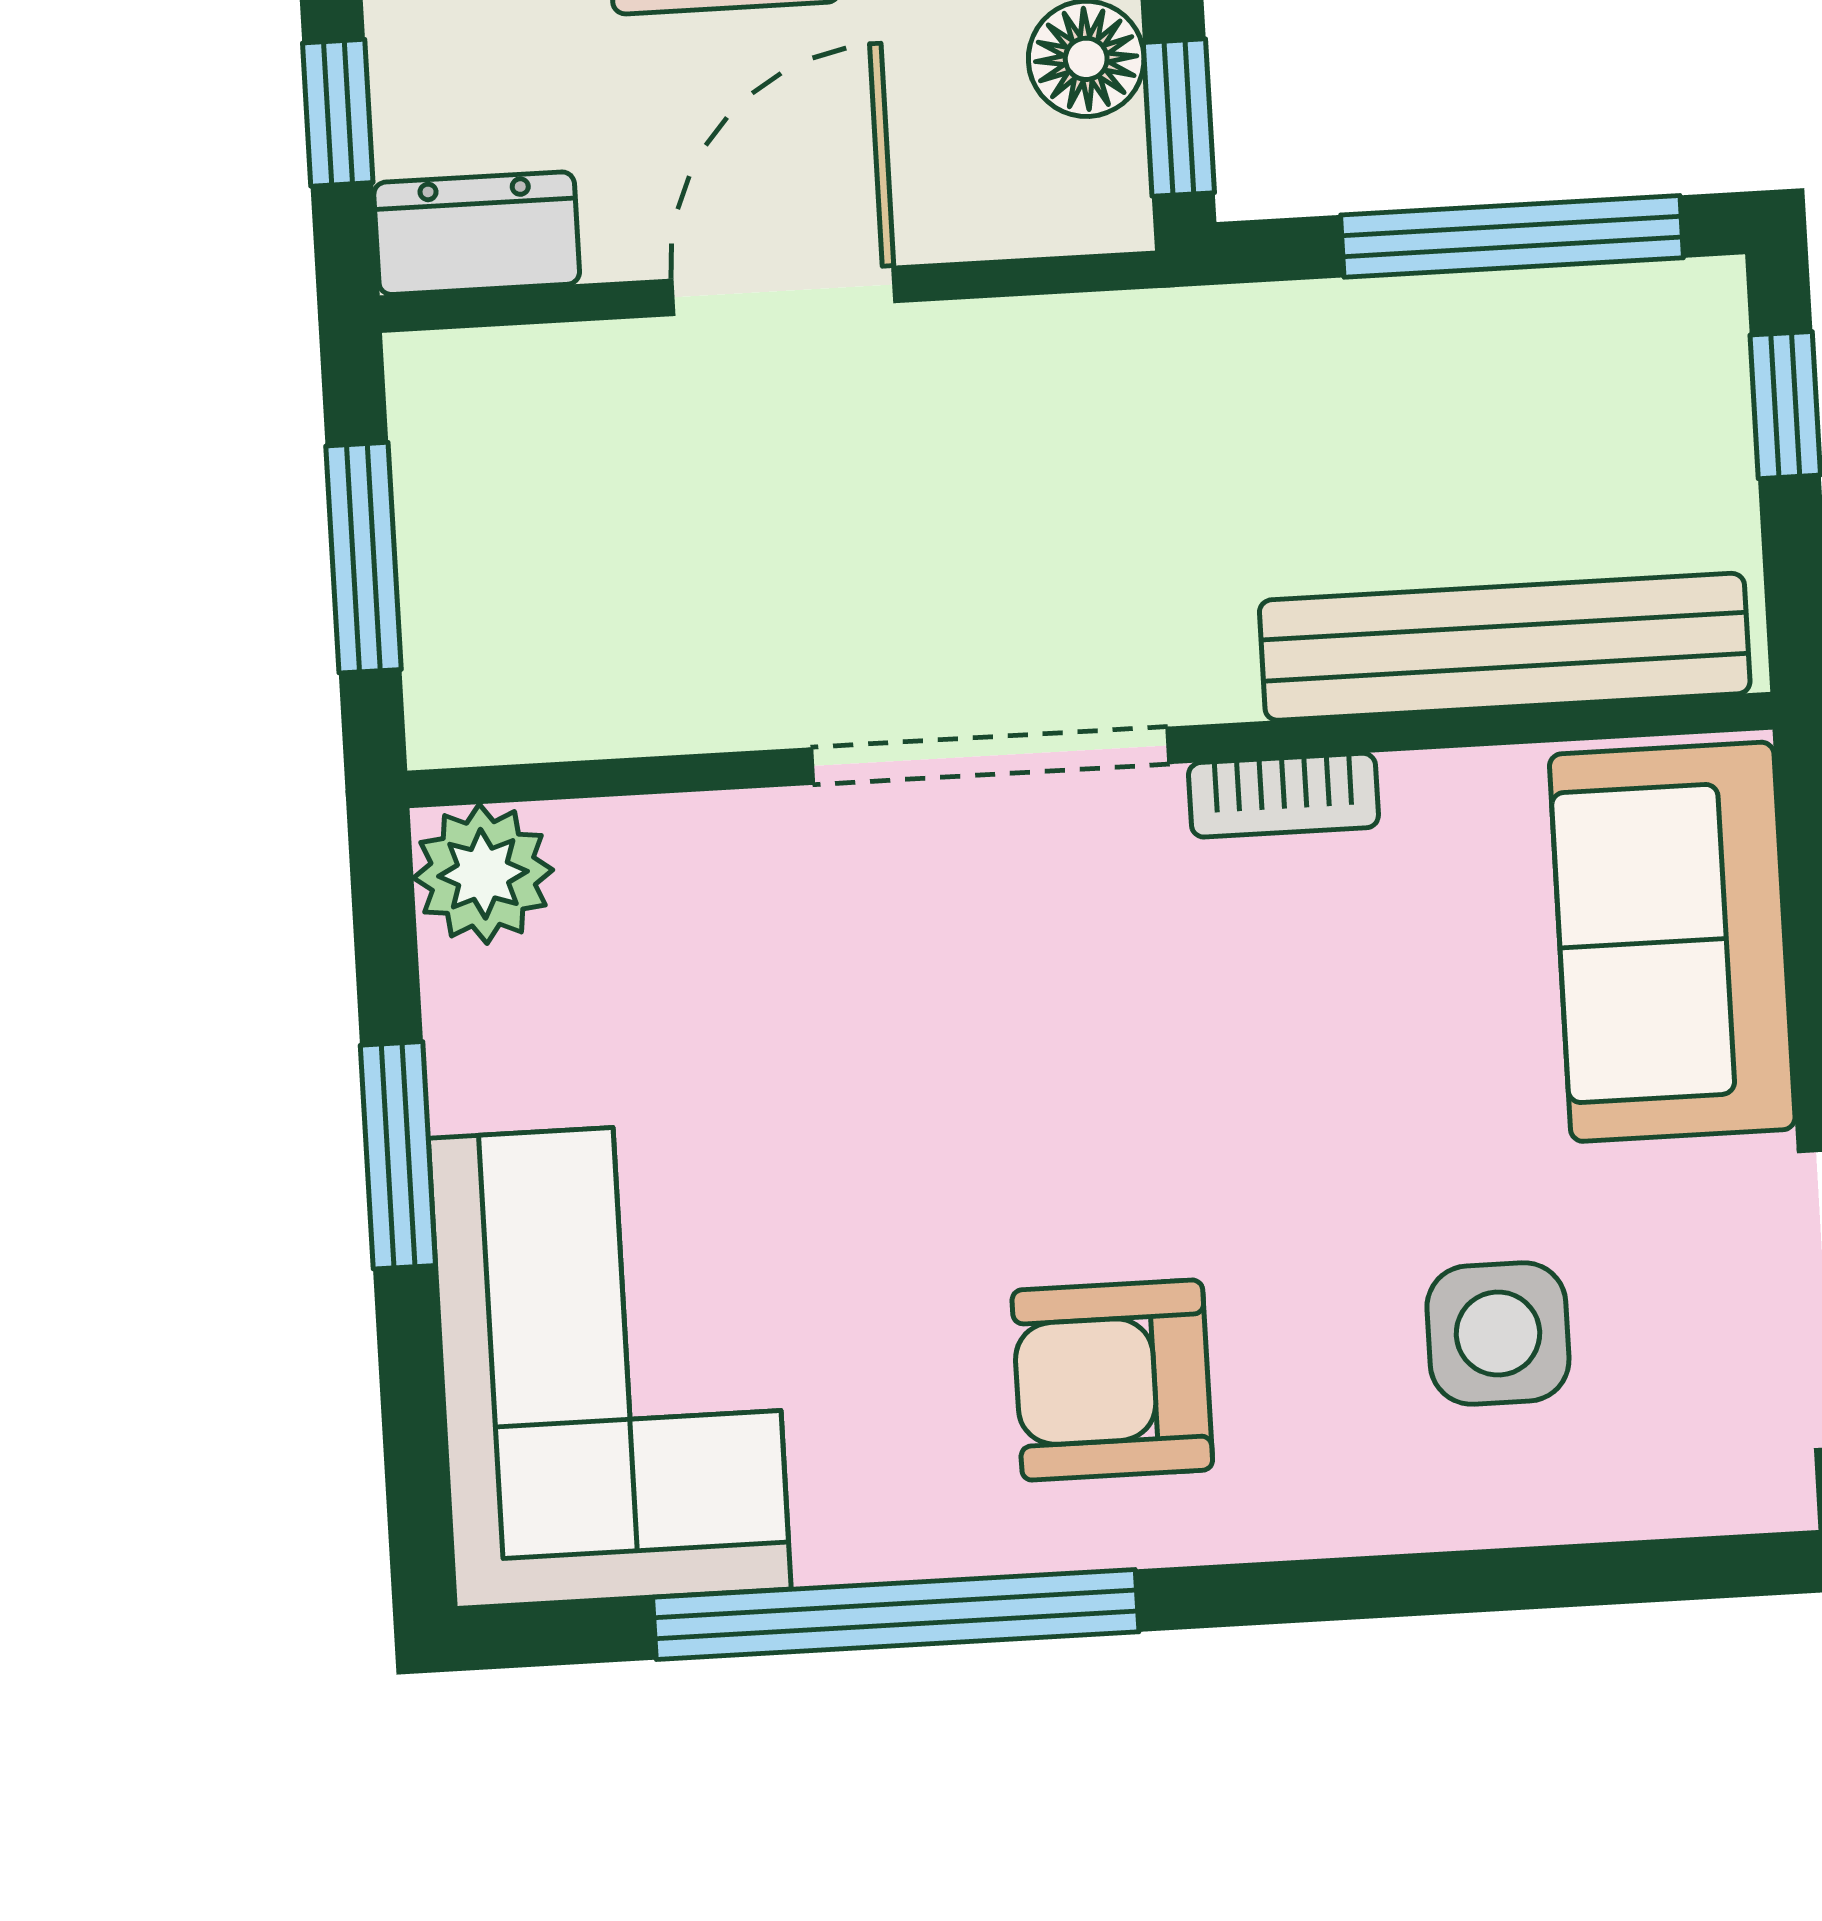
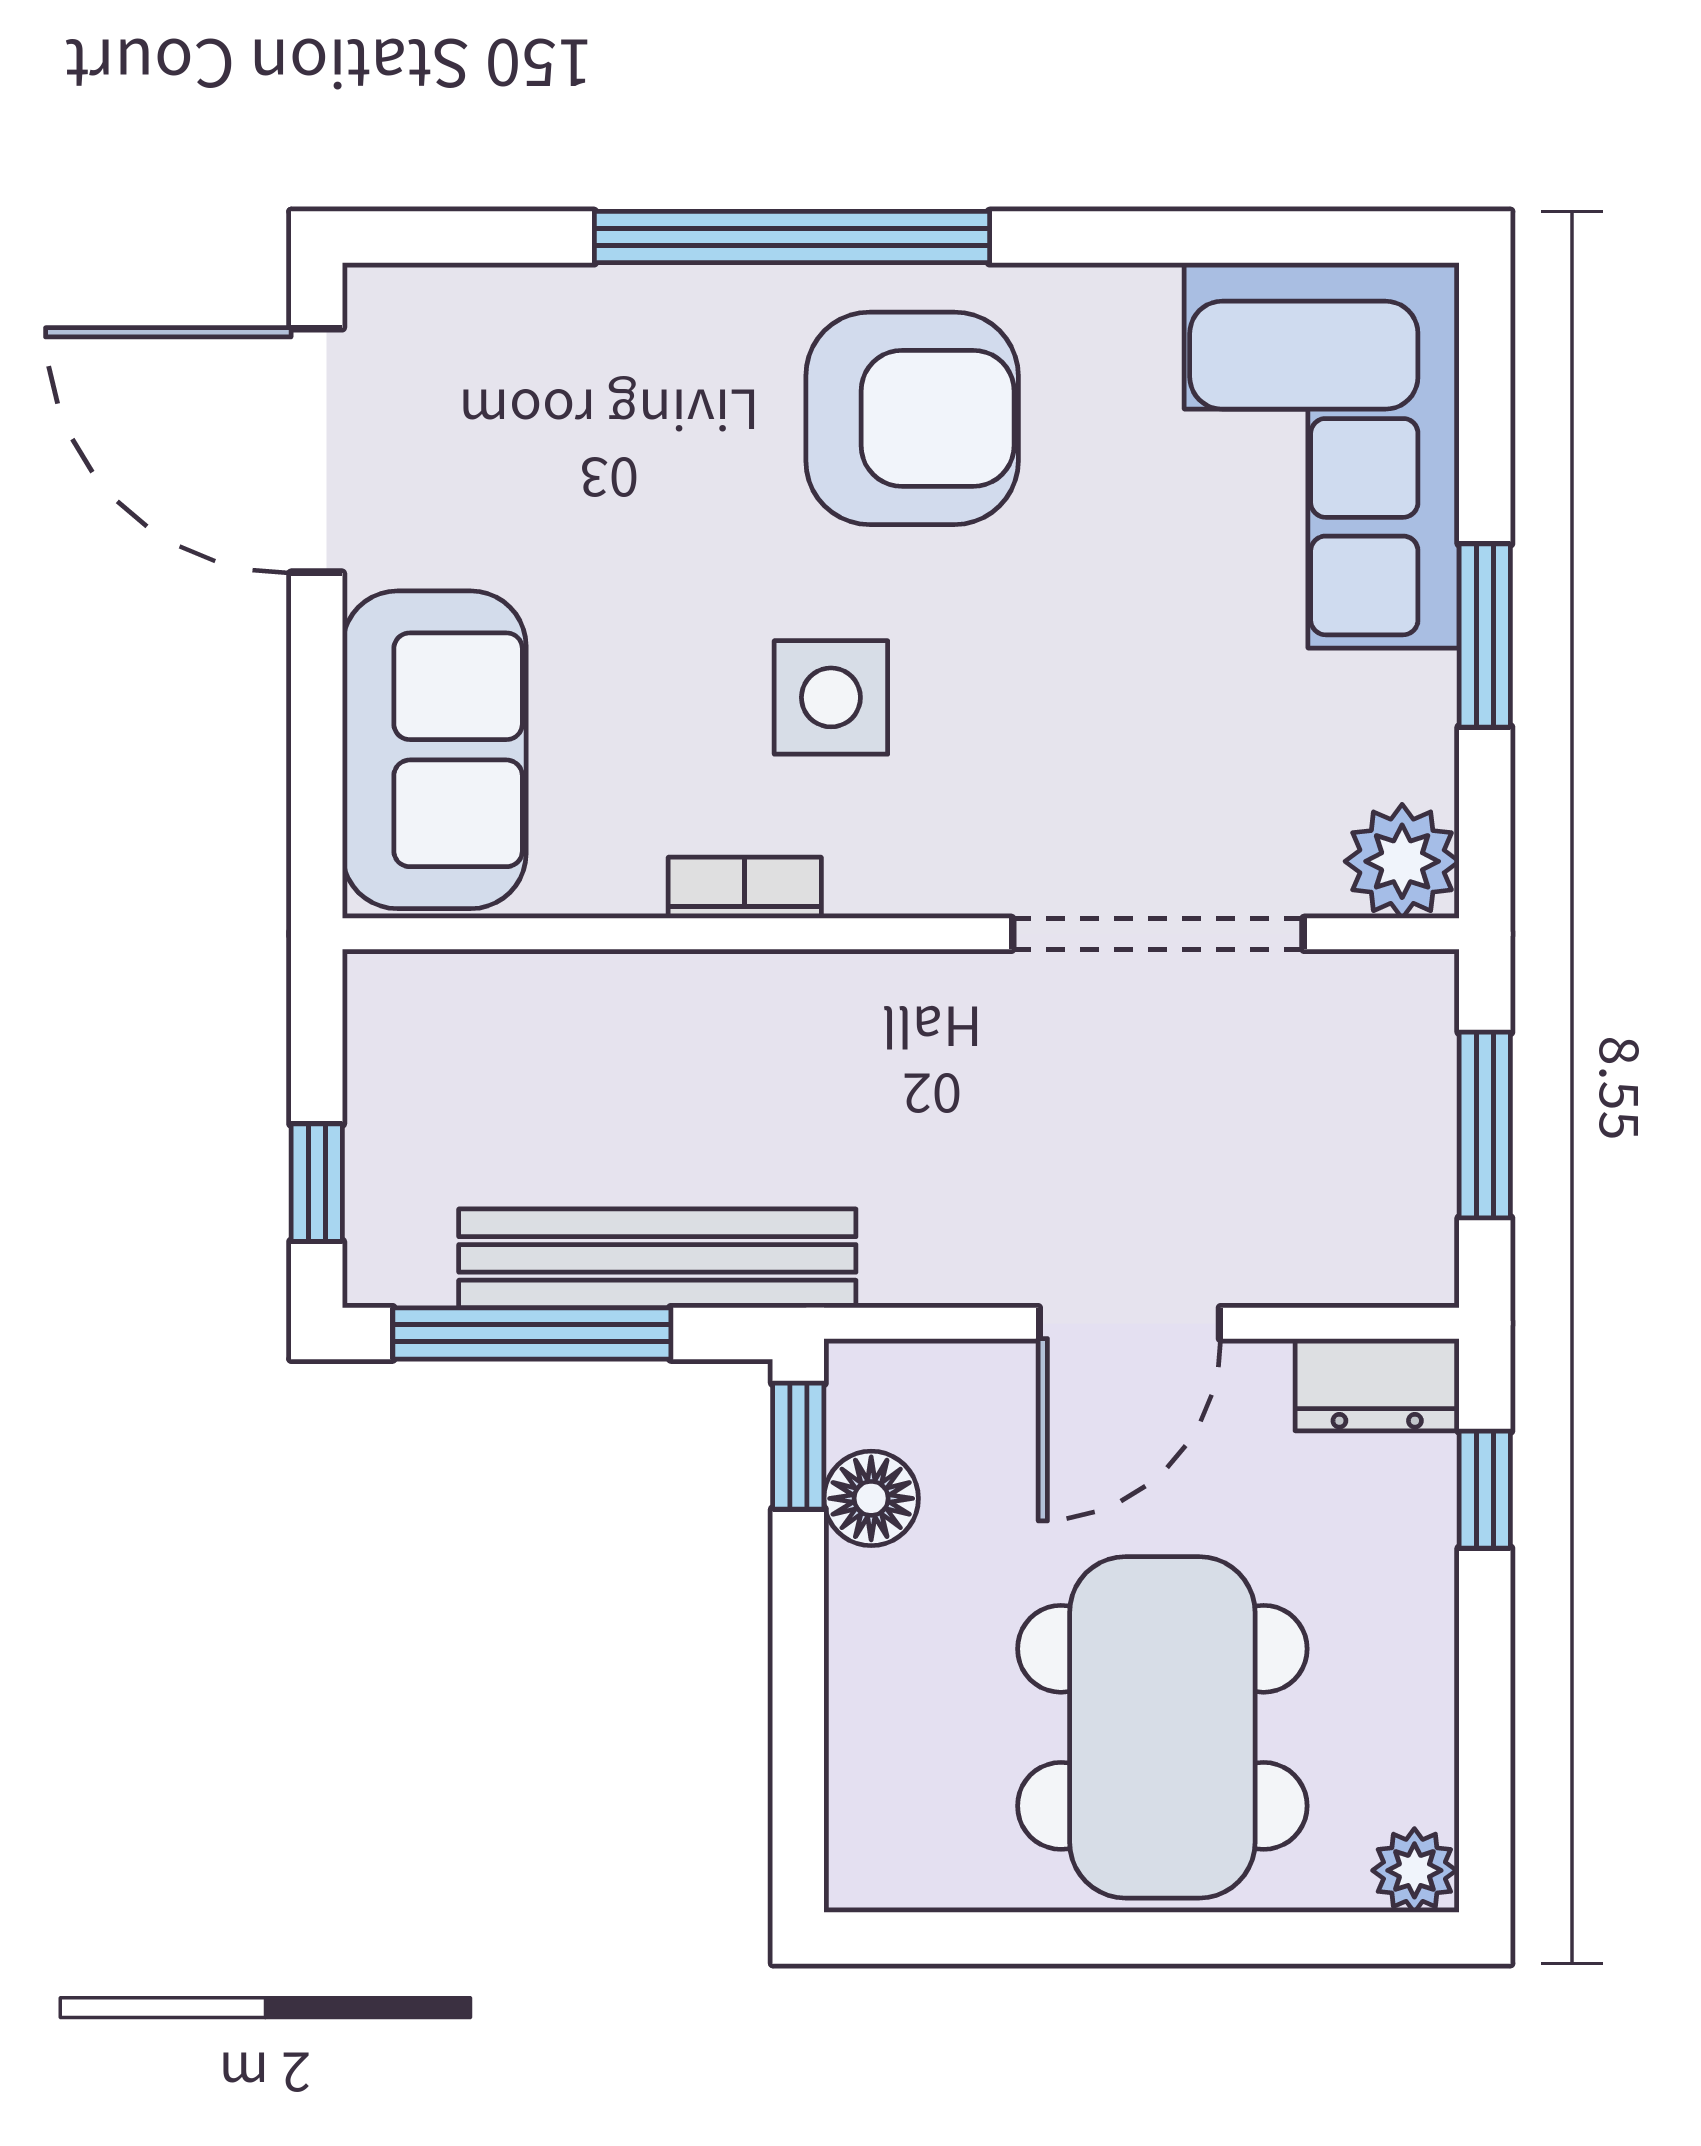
bench: (1505, 647) -> (657, 1258), moved
doorway: (990, 756) -> (1158, 934), moved
side table: (1498, 1334) -> (831, 697), moved
armchair: (1112, 1380) -> (912, 418), width x1.36, depth x1.36
window: (896, 1614) -> (792, 237), moved

